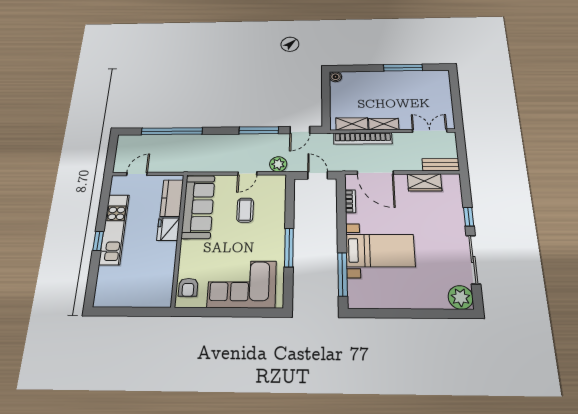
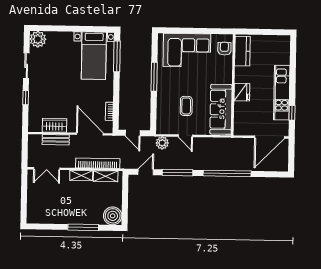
window: (403, 68) -> (83, 227), moved
boiler: (335, 77) -> (113, 216), width x1.86, depth x1.86
window: (172, 131) -> (227, 173), moved
bench: (441, 165) -> (56, 140), moved
door: (247, 173) -> (185, 136), swing flipped
door: (137, 174) -> (270, 137), width x1.87
kitchen counter: (172, 198) -> (242, 51), moved
window: (98, 241) -> (292, 113), moved
bed with nightstands: (380, 250) -> (94, 56), moved, turned -90
sliding door: (473, 259) -> (26, 66), width x0.73

